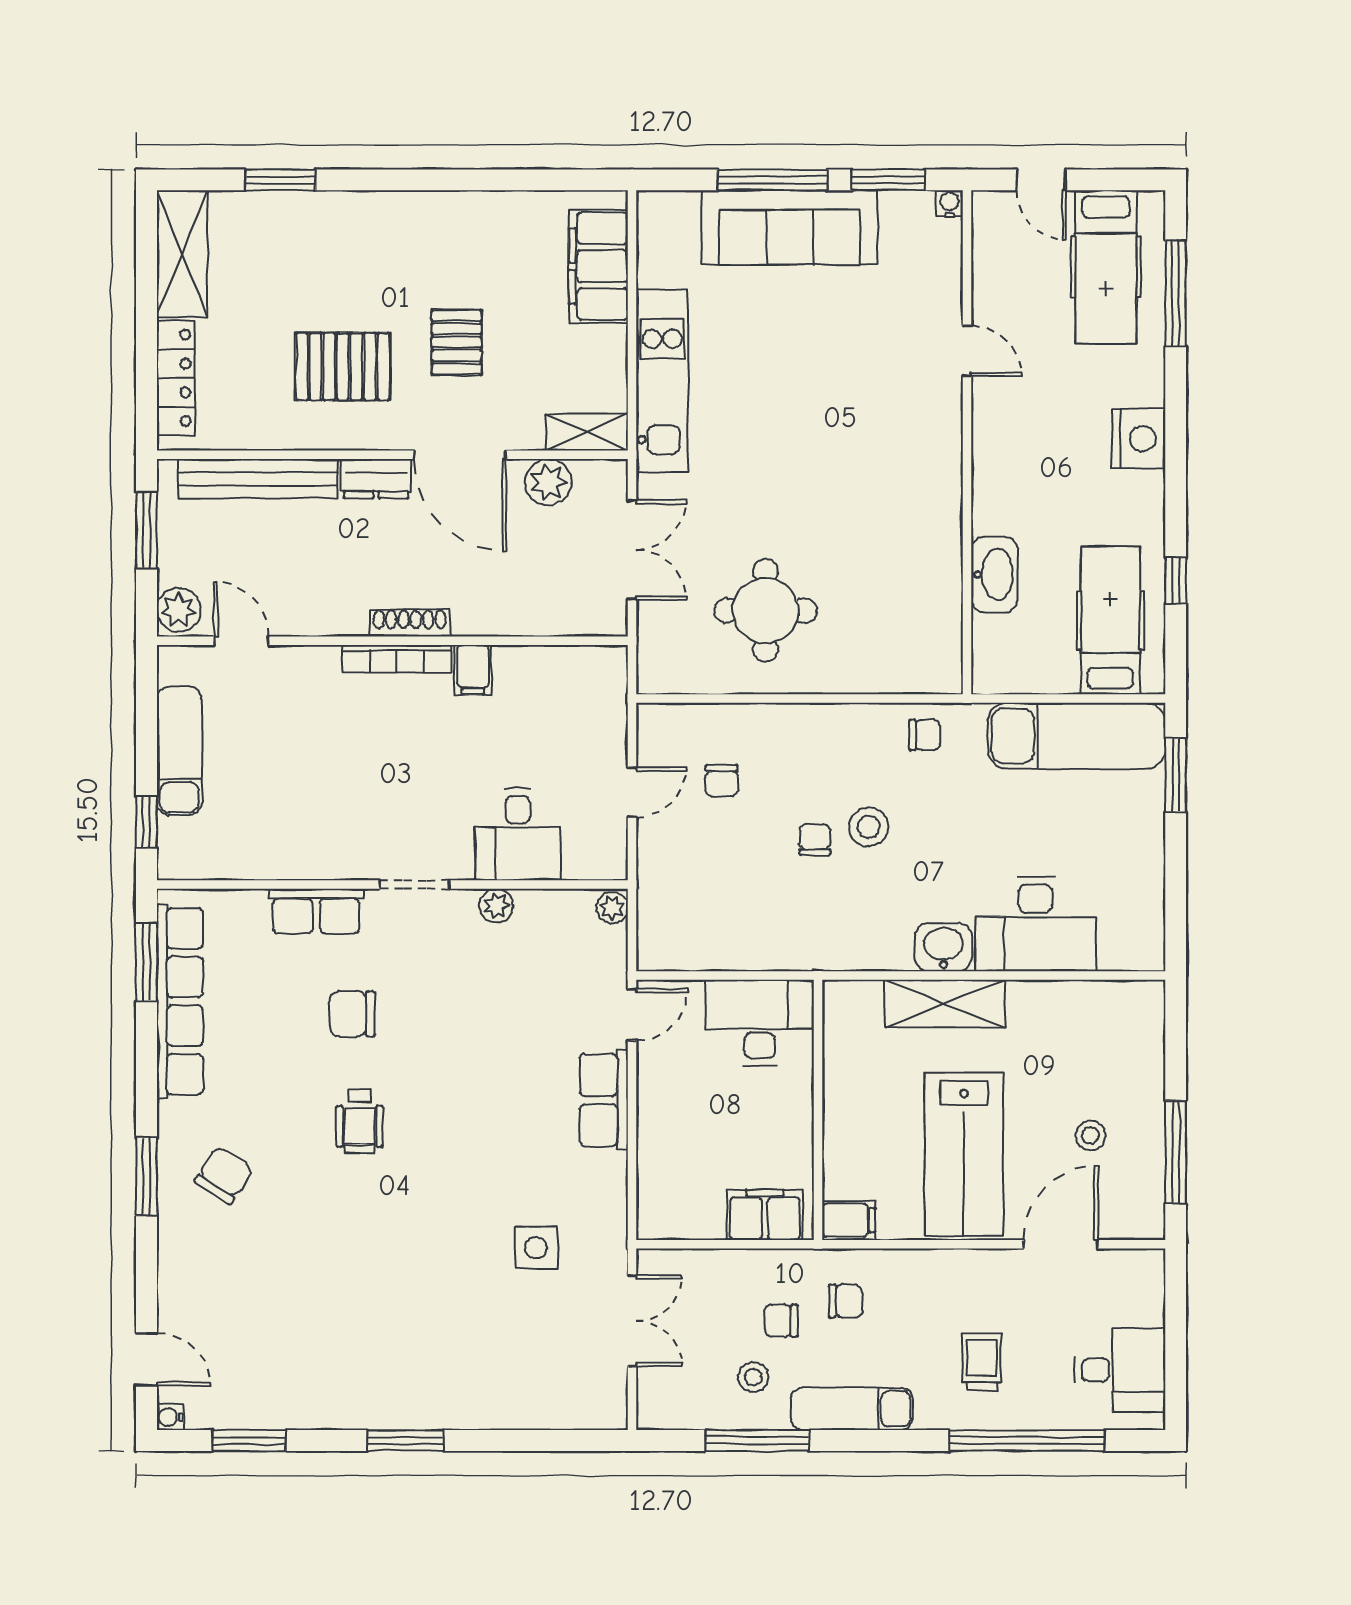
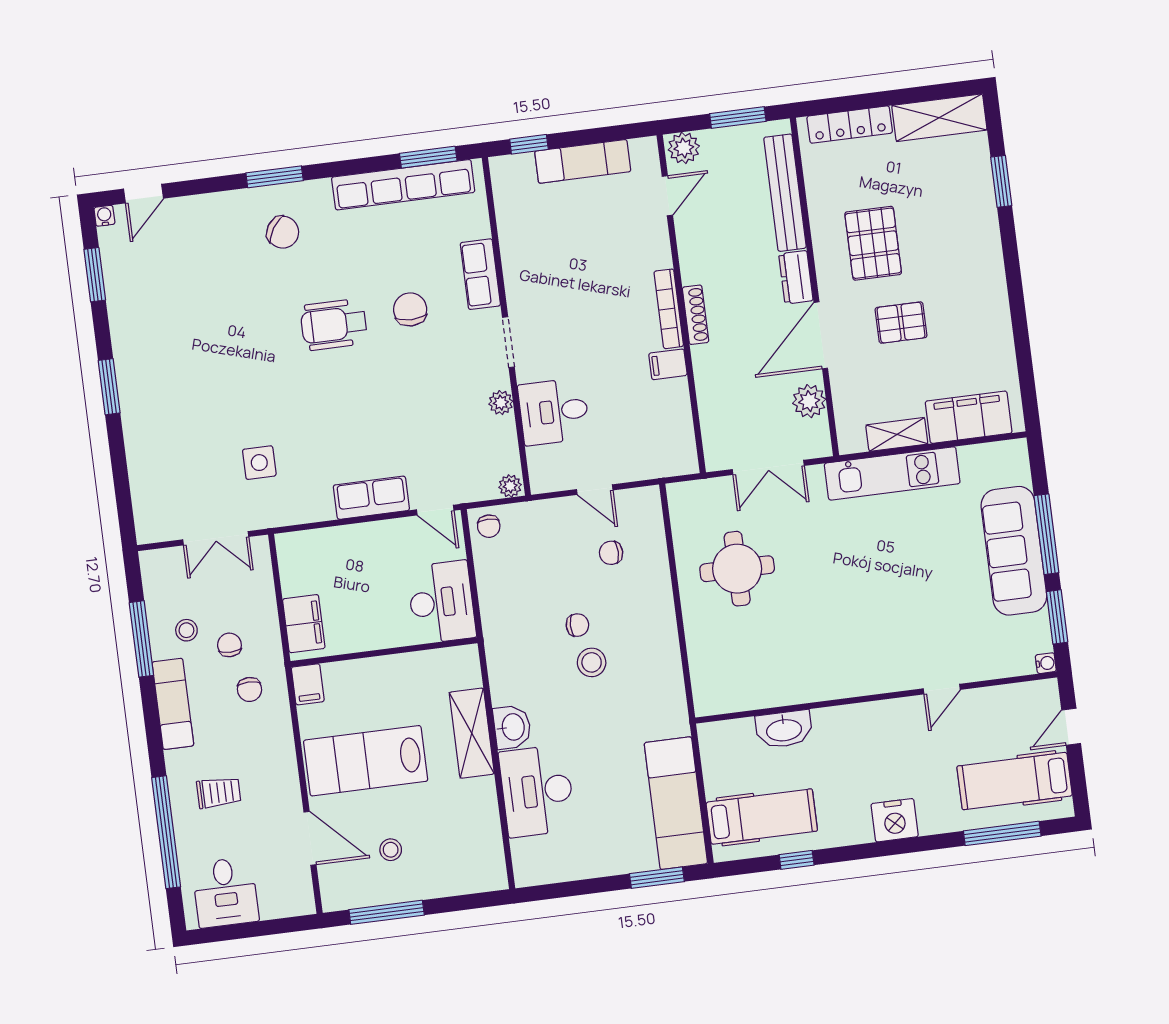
shelving: (587, 432) -> (897, 434), moved, turned 90
chair: (925, 735) -> (489, 526), moved
wheelchair: (360, 1121) -> (334, 325), width x1.36, depth x1.37

